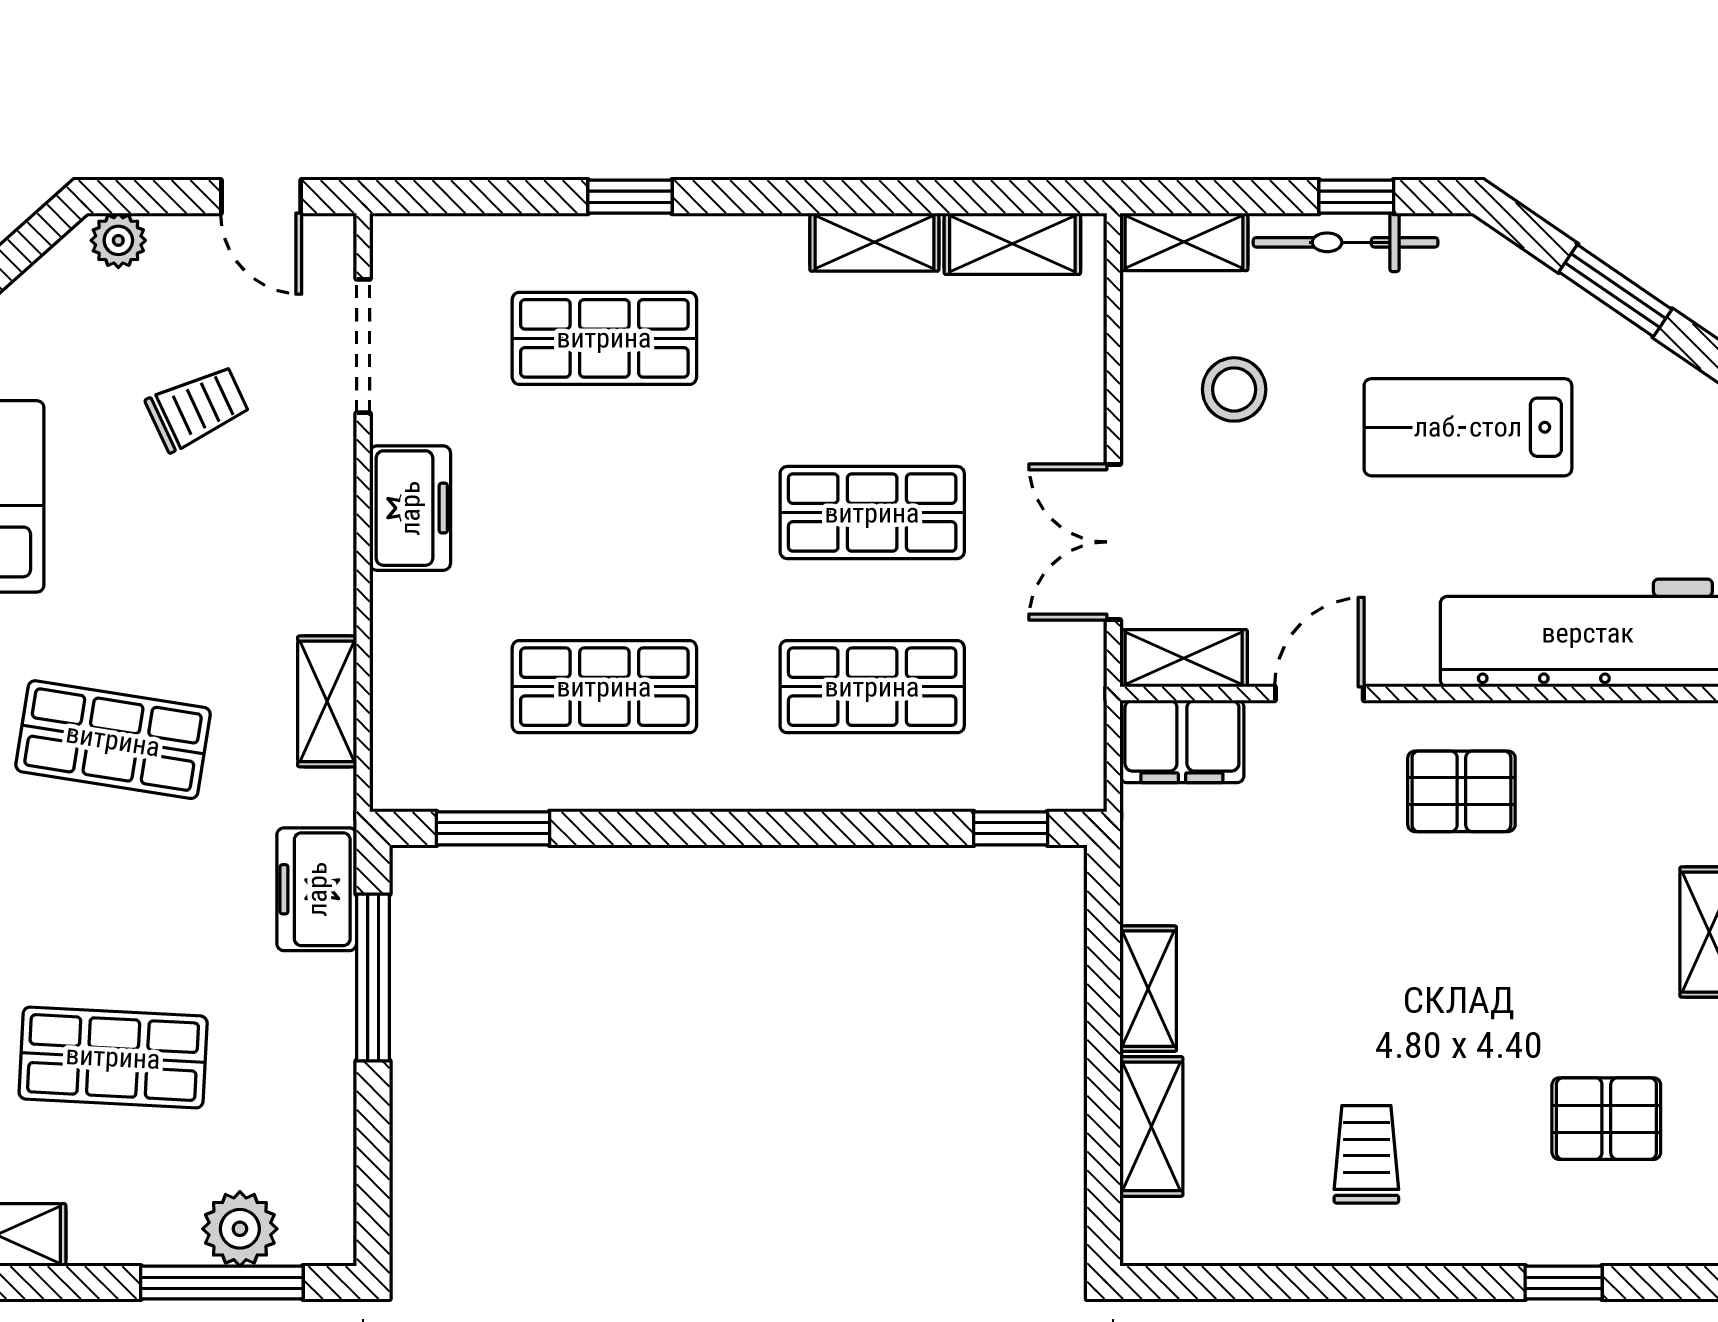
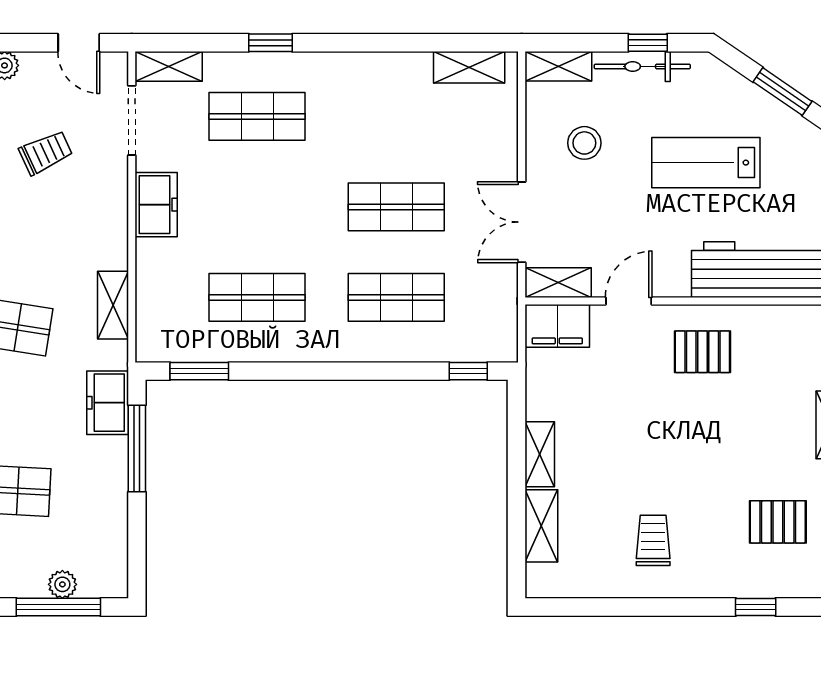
shelving: (874, 242) -> (169, 66), moved
plant: (240, 1229) -> (62, 584), width x0.73, depth x0.73

